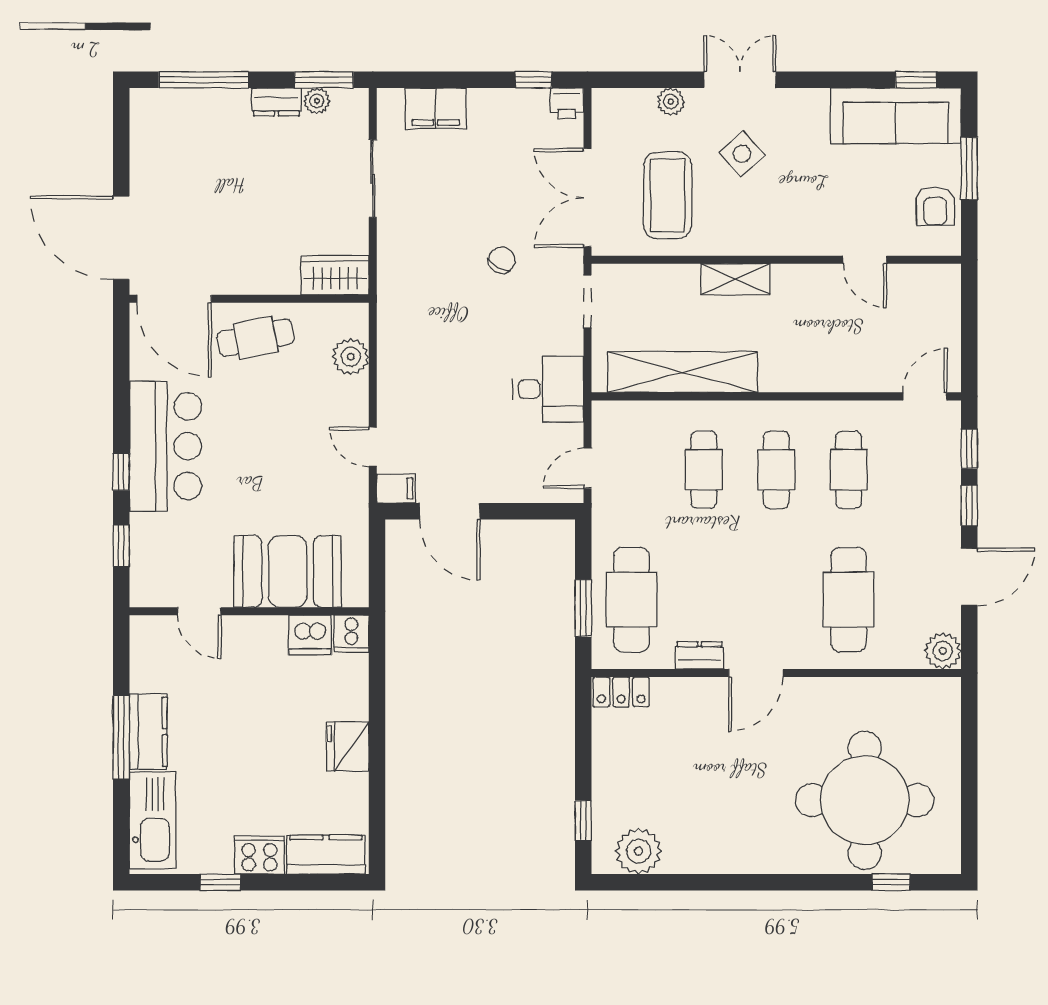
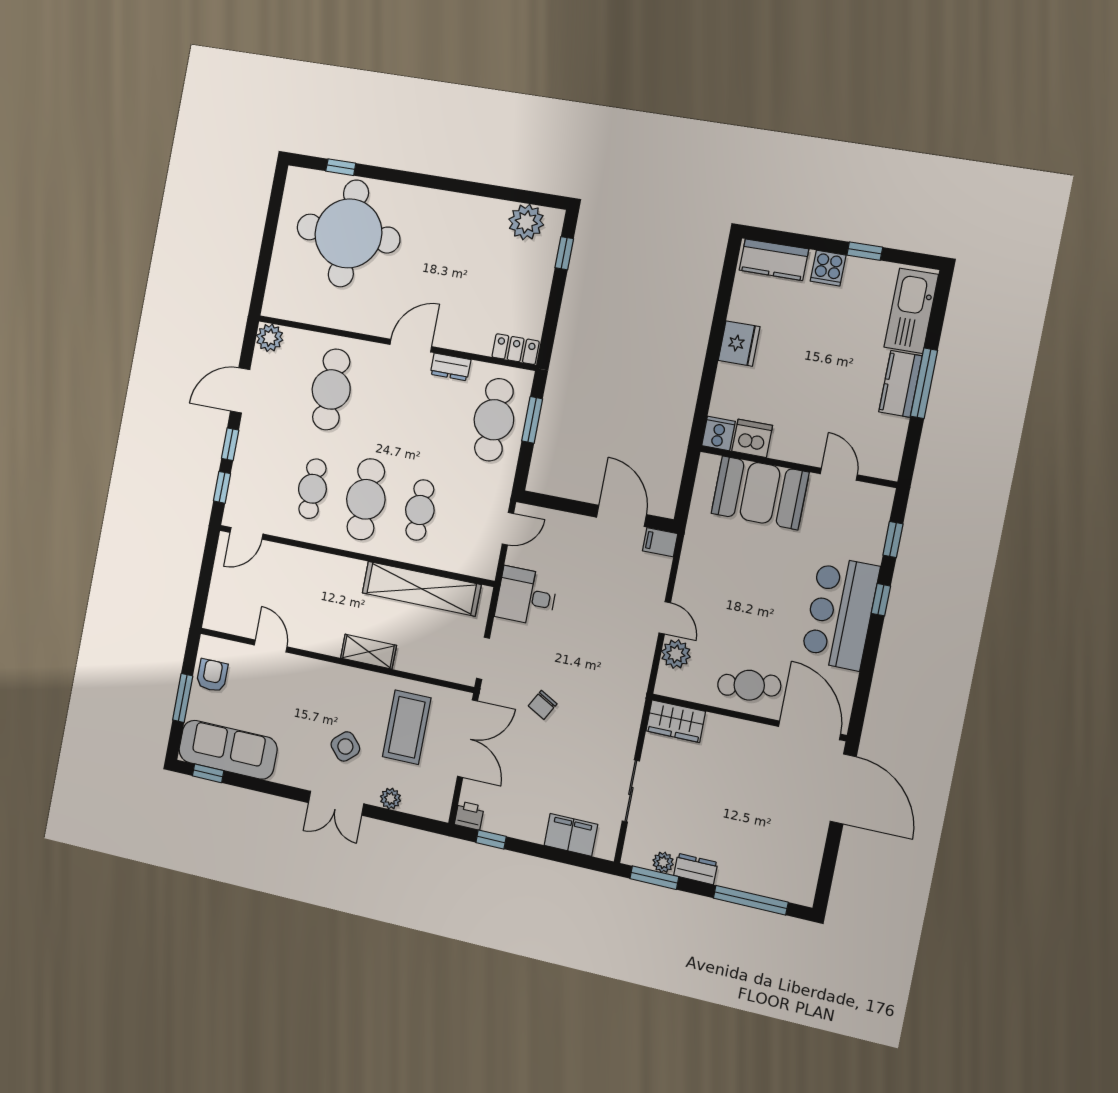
door: (373, 447) -> (665, 618), moved
cafe table: (776, 470) -> (366, 499), width x1.37, depth x1.35
cooker: (259, 855) -> (828, 268), width x0.73

